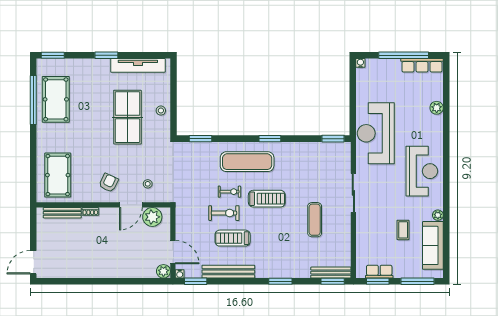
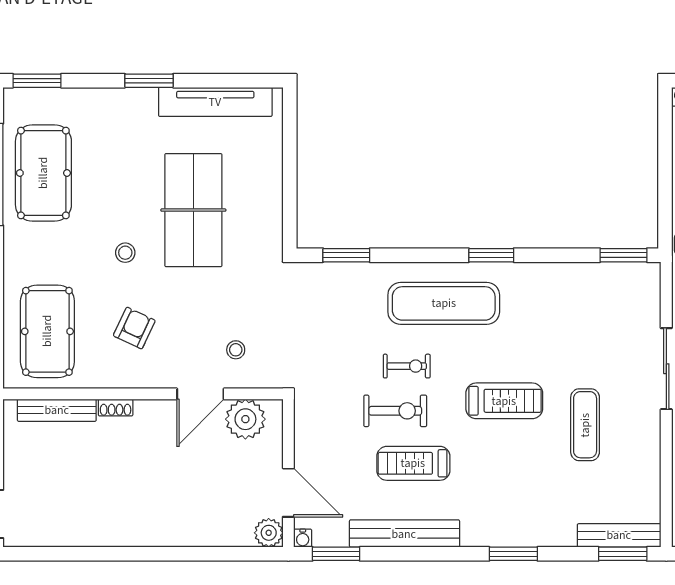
stool: (161, 111) -> (125, 253), moved
armchair: (109, 183) -> (134, 328), moved
treadmill: (267, 199) -> (504, 401), moved

